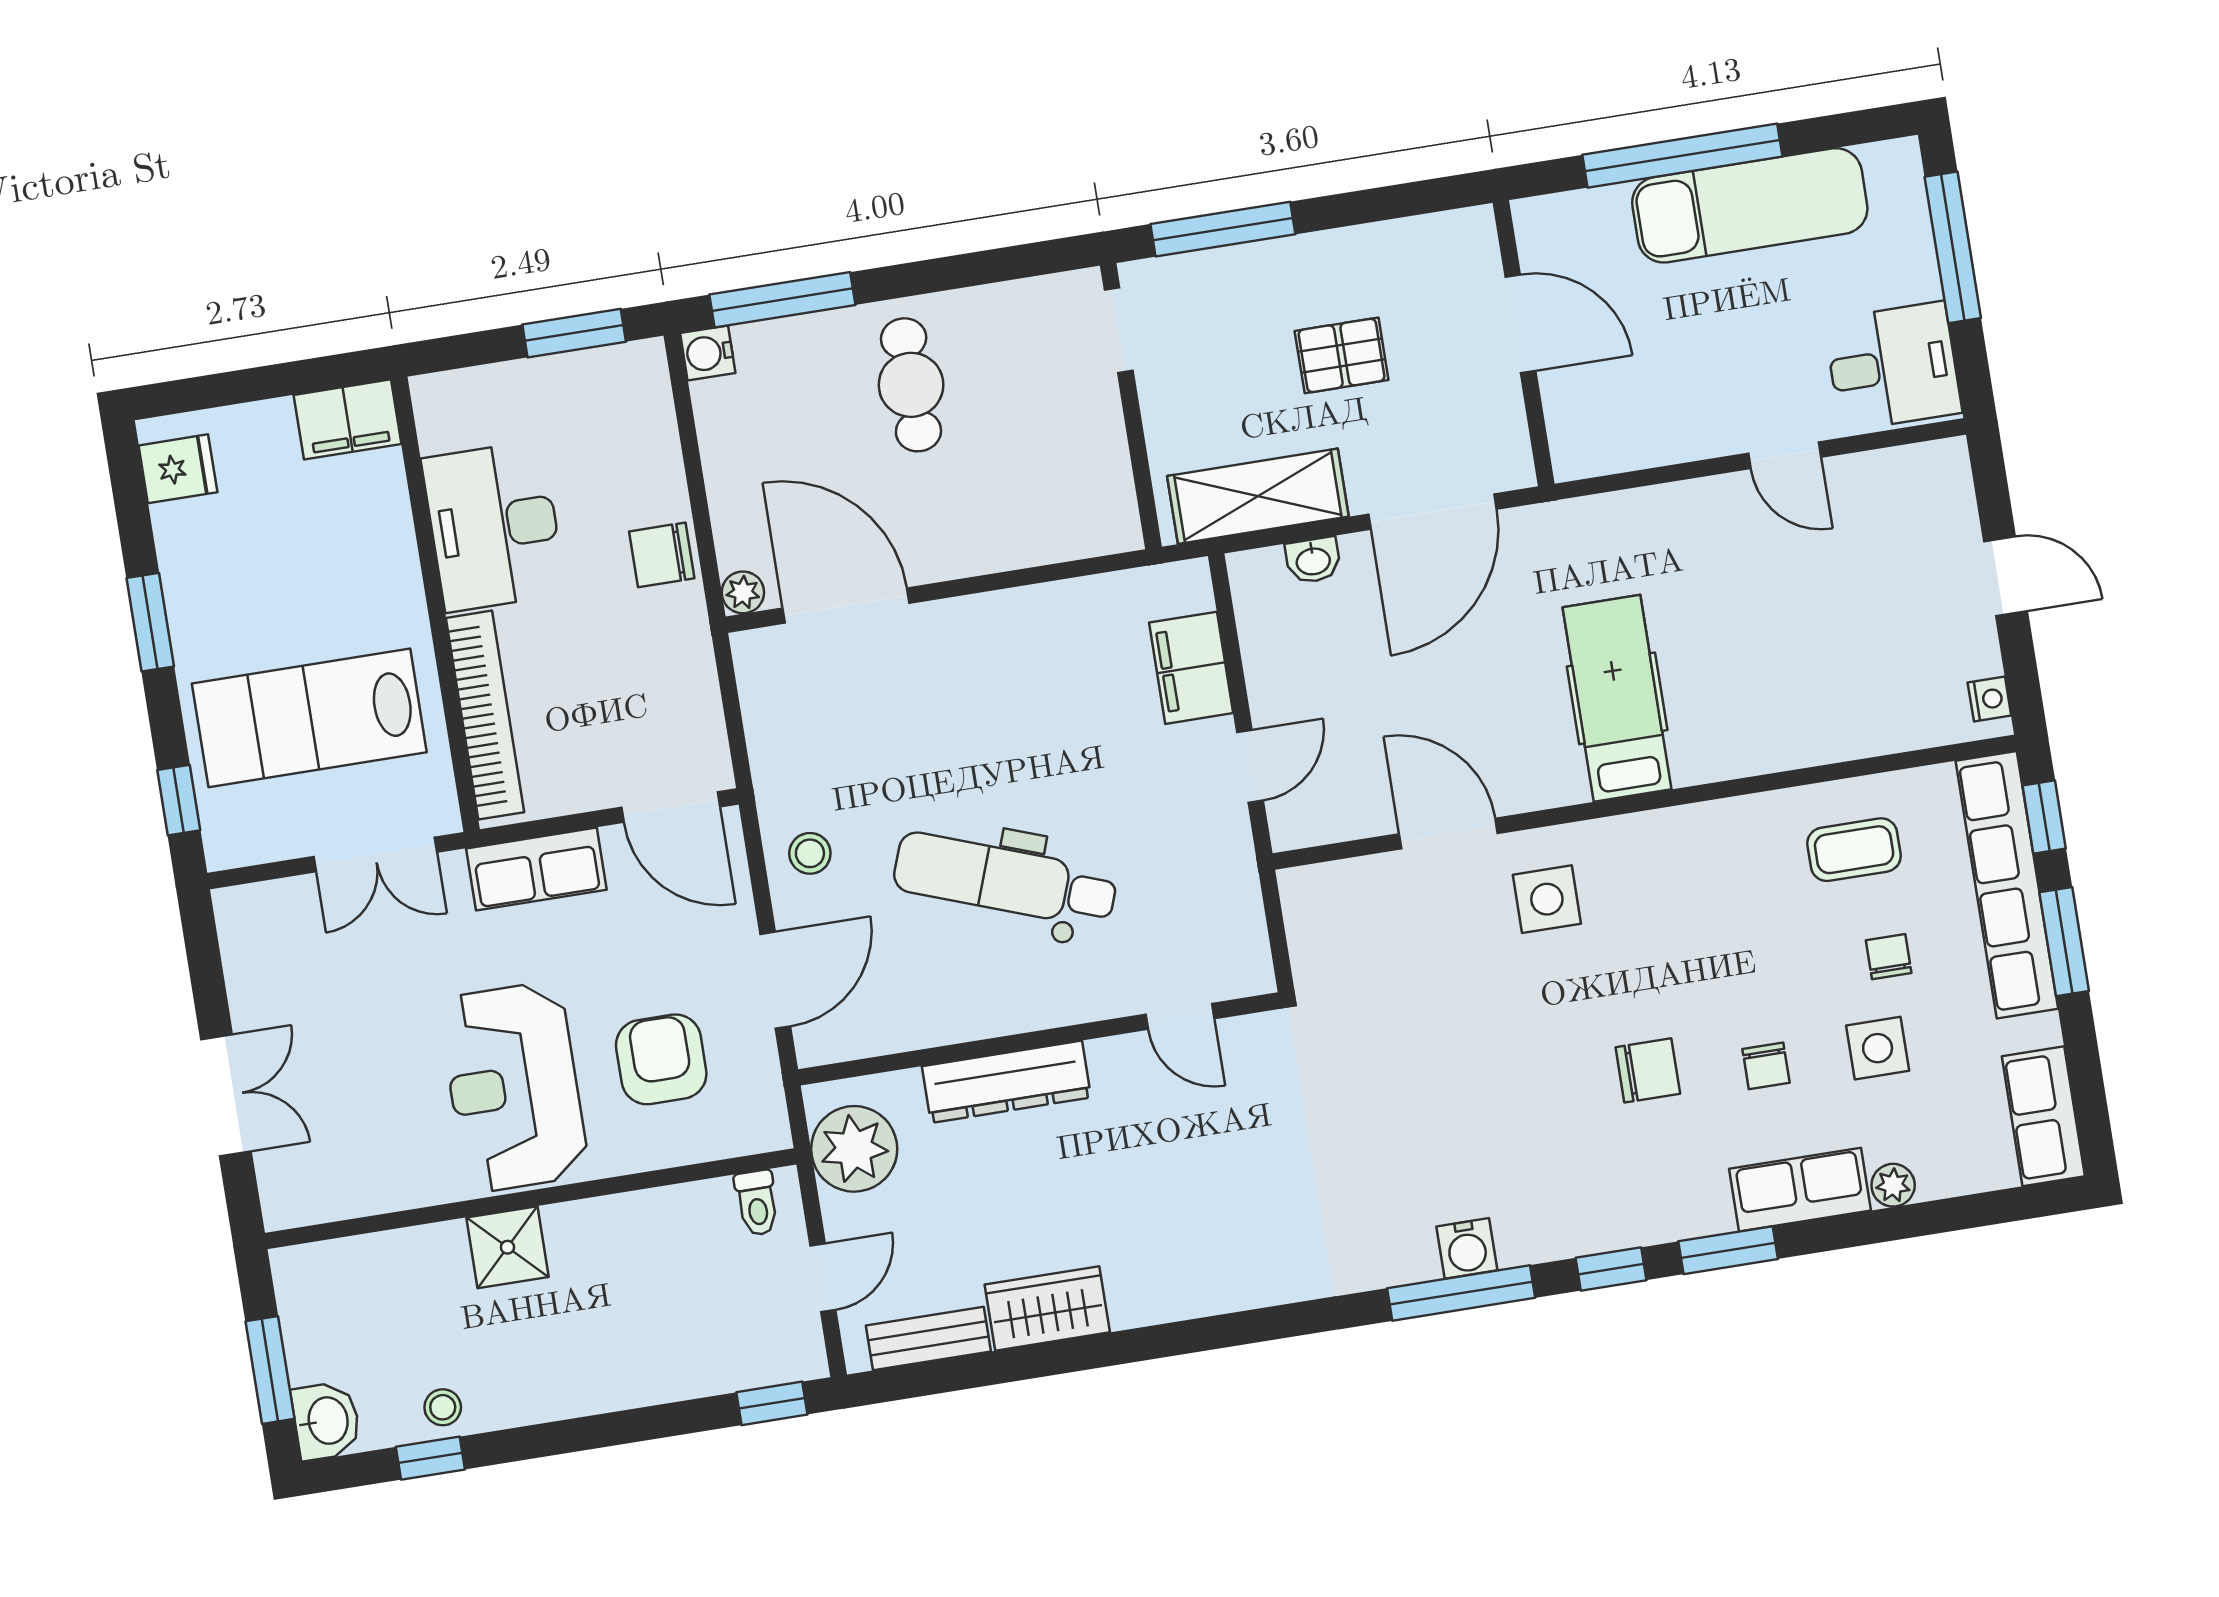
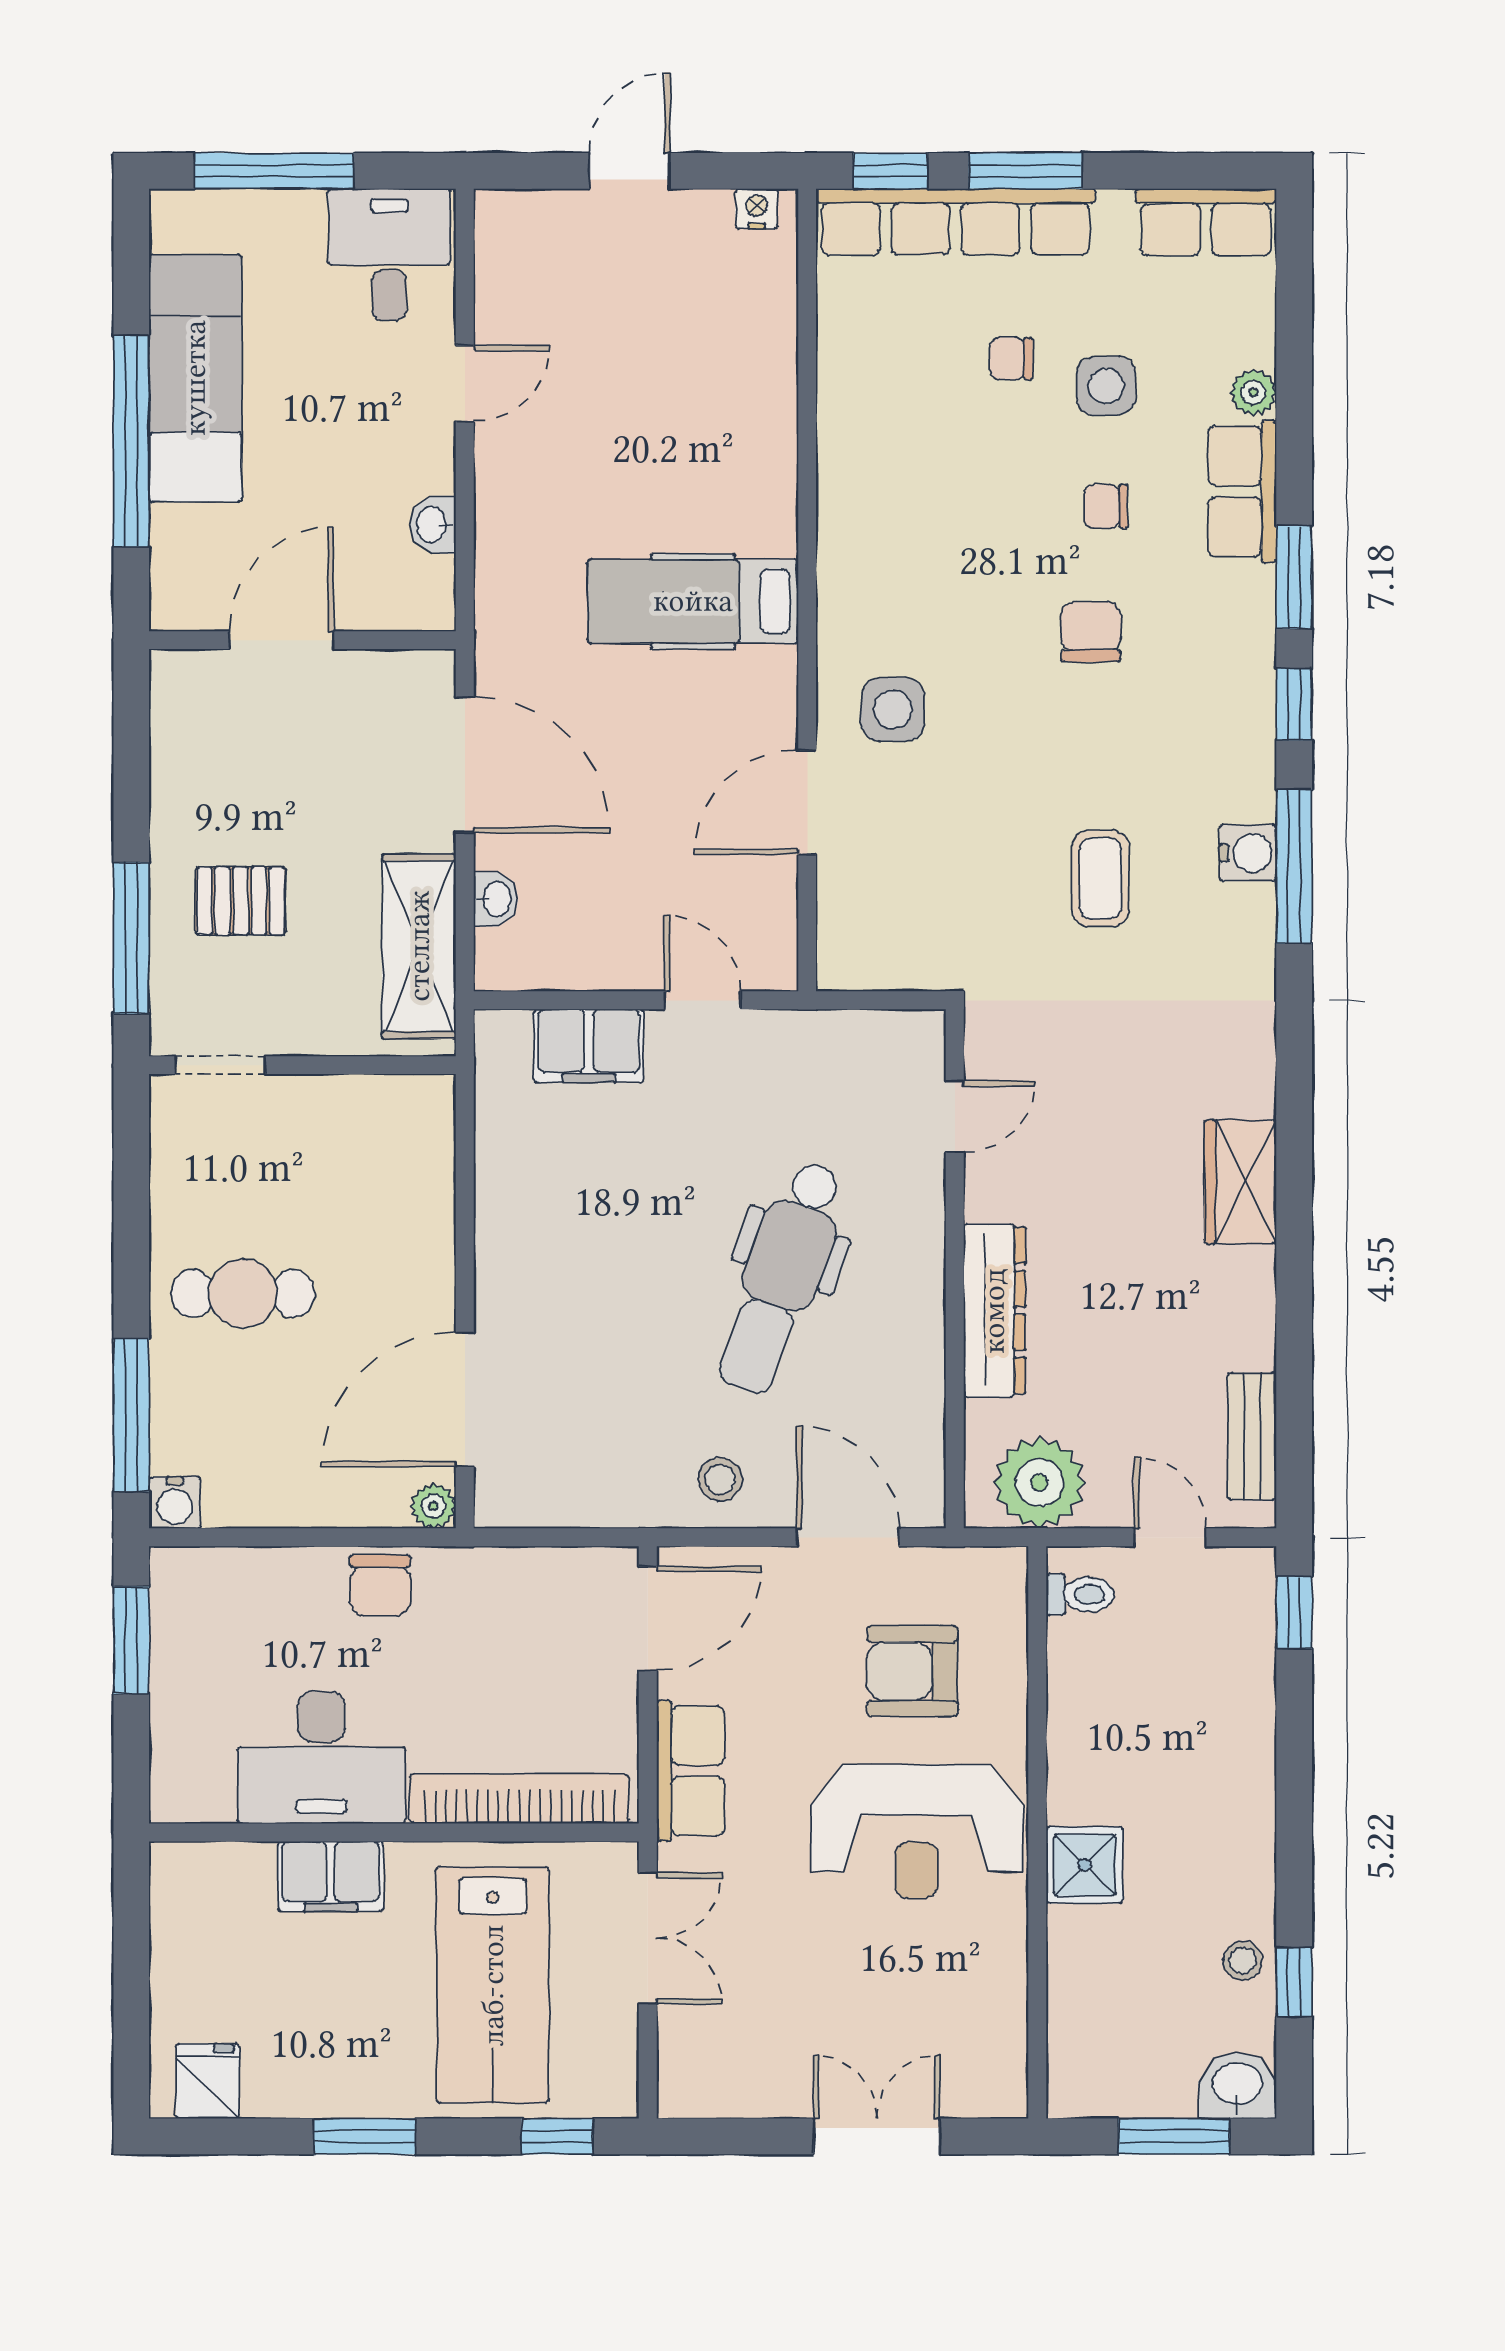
pallet: (1342, 355) -> (241, 901), moved, turned 90
filing cabinet: (348, 419) -> (331, 1876), moved, turned 90
washbasin: (1649, 446) -> (433, 525), added
coffee table: (1854, 850) -> (1100, 878), moved
chair: (1766, 1066) -> (1106, 506), turned 180
wardrobe: (1047, 1308) -> (1240, 1182), moved

